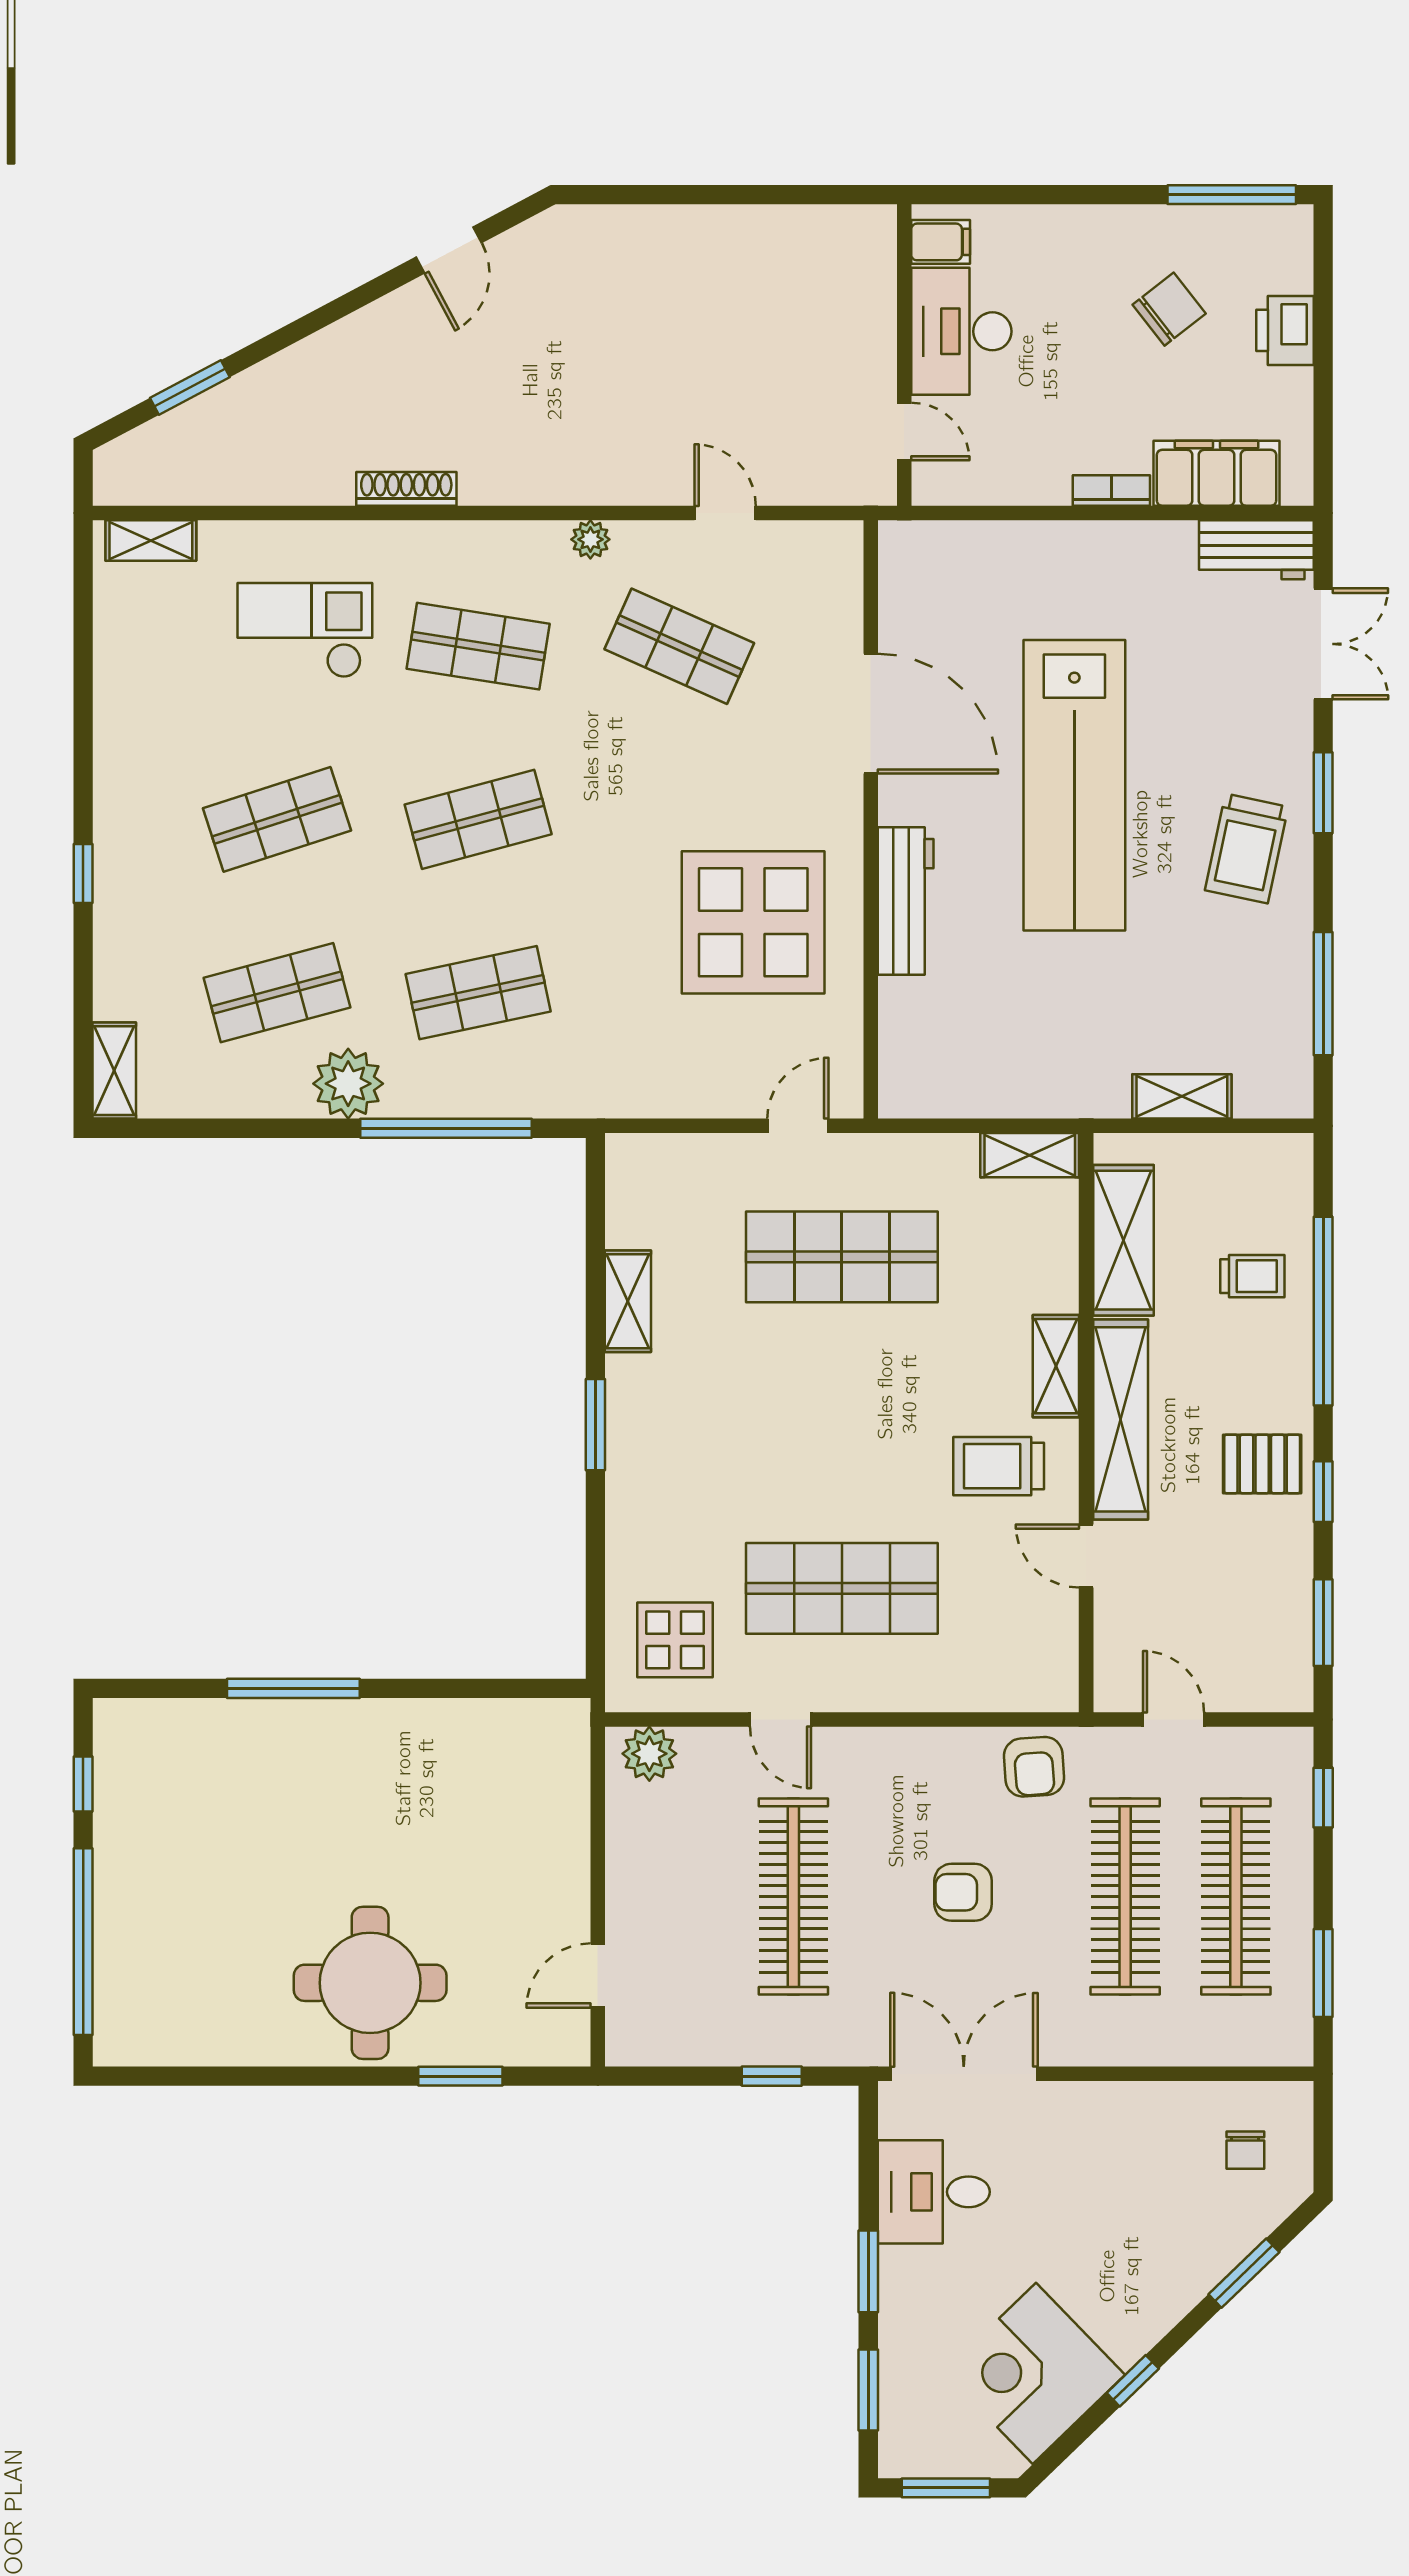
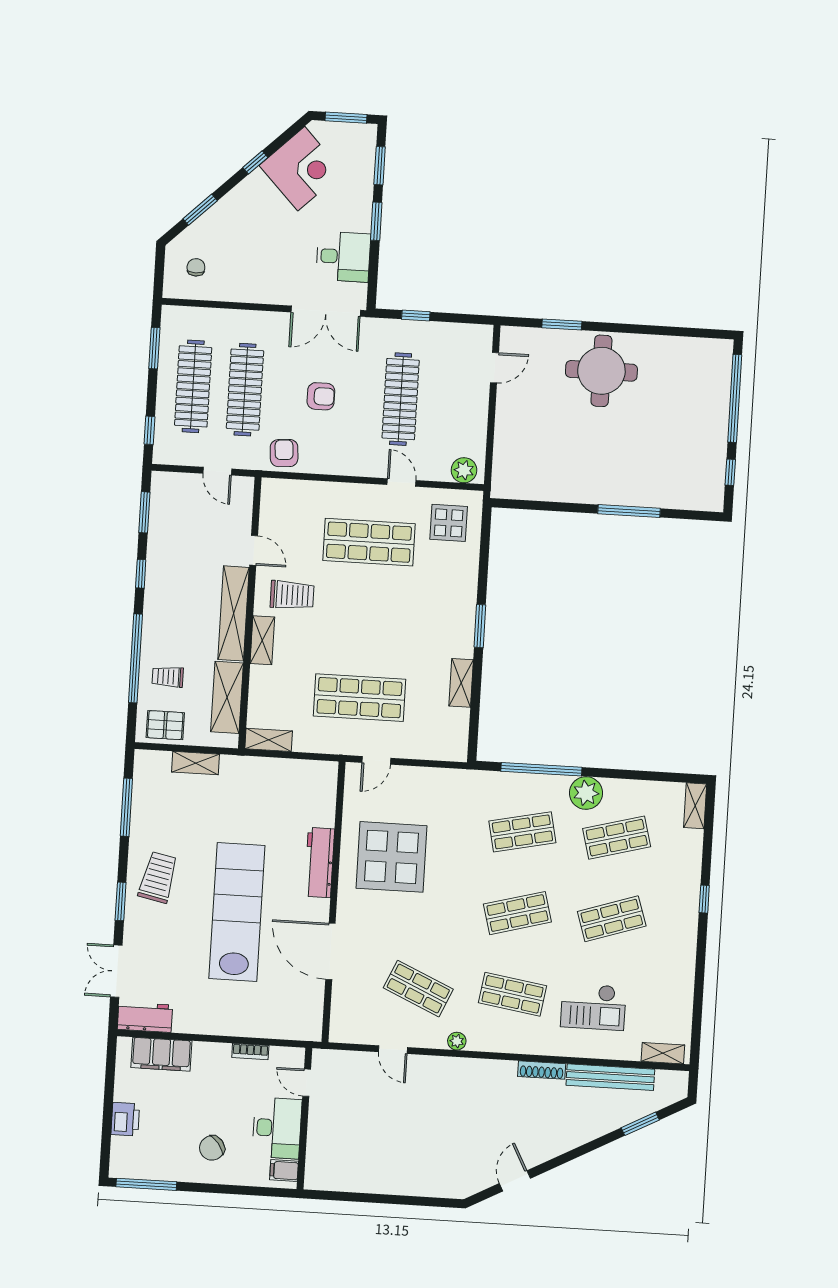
chair: (1169, 309) -> (212, 1148), moved
bench: (259, 483) -> (610, 1077), added
bookcase: (1111, 490) -> (250, 1052), moved
pallet: (1262, 1464) -> (165, 725), moved

